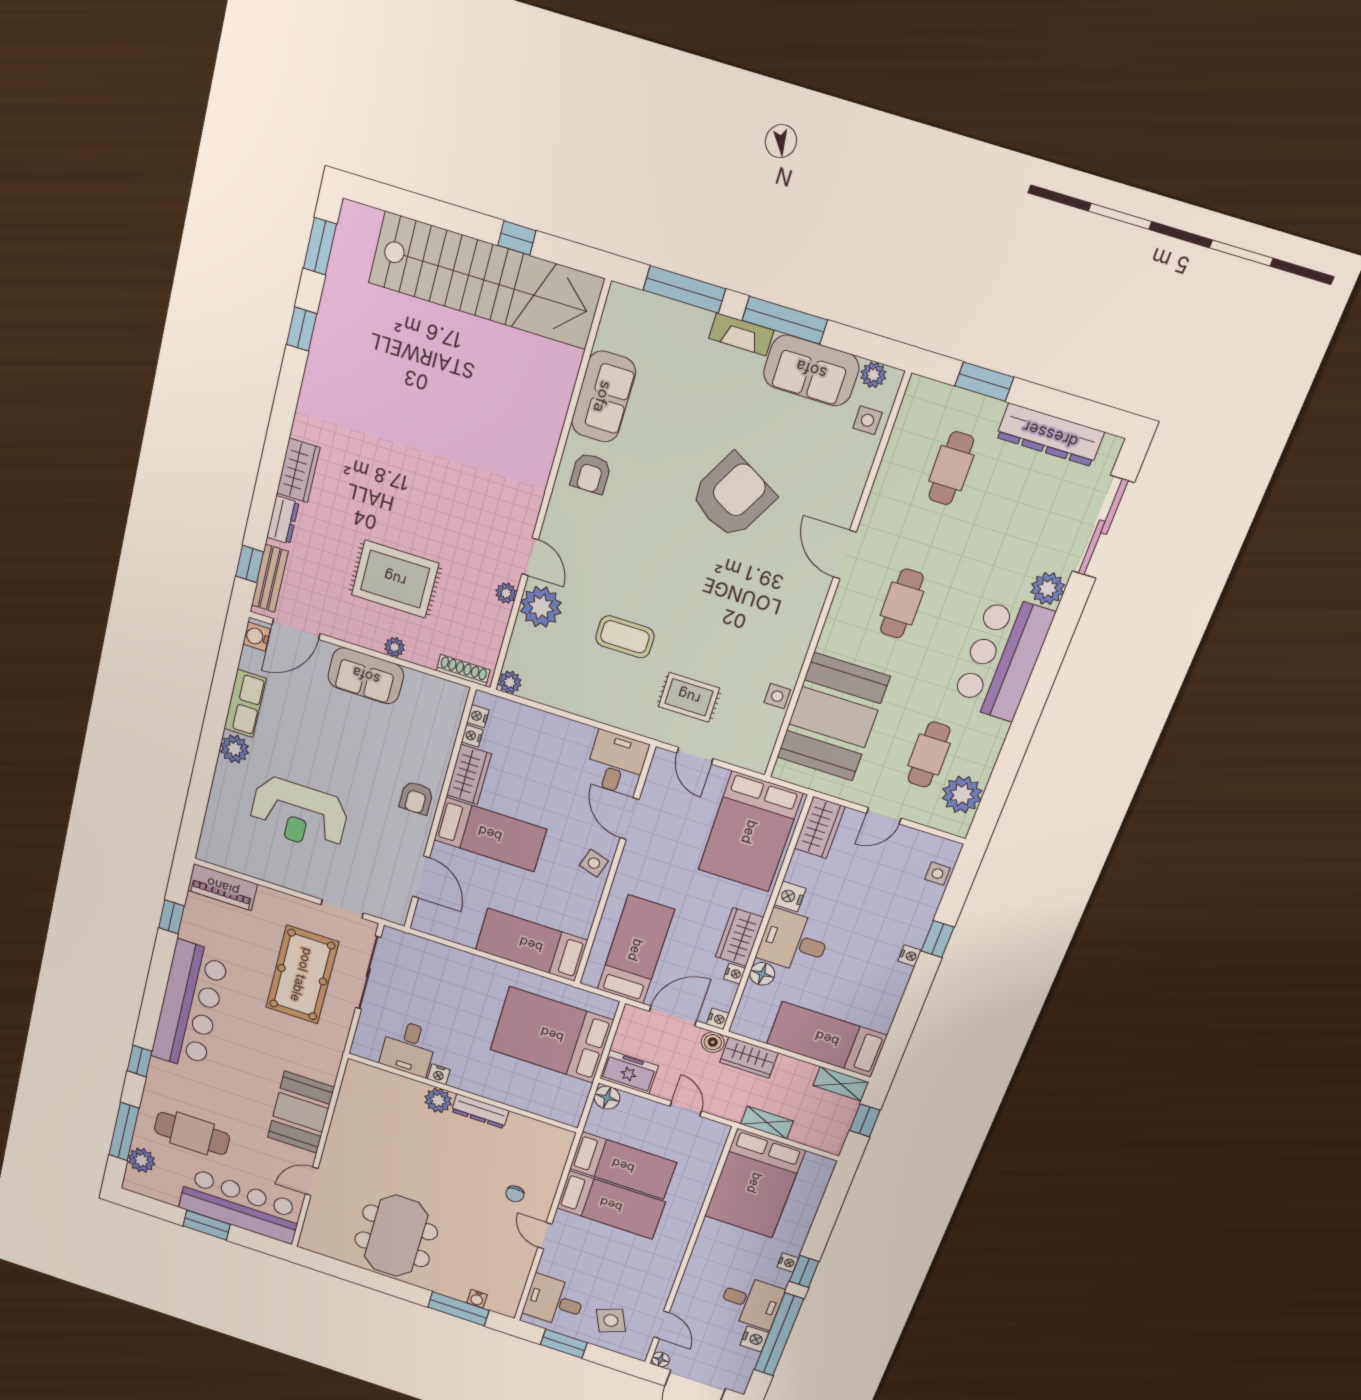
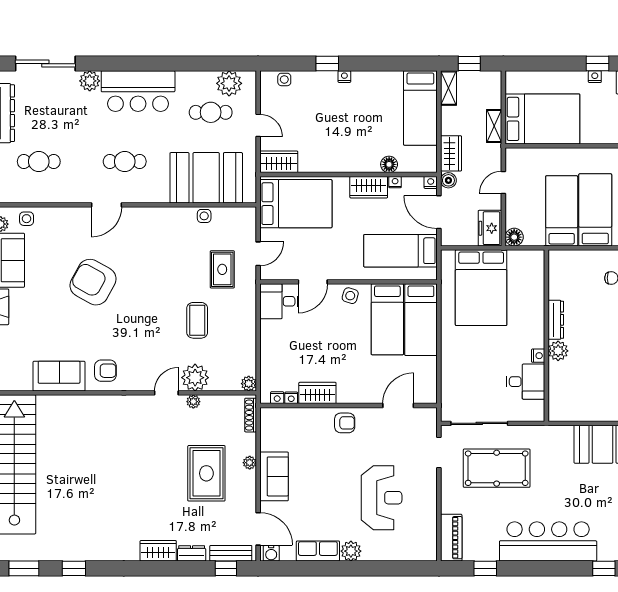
bed: (490, 834) -> (387, 319), moved, turned 180
nightstand: (790, 897) -> (330, 165), removed
desk: (794, 942) -> (360, 152), removed

